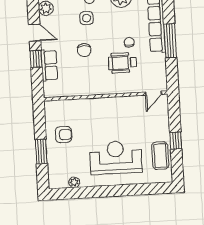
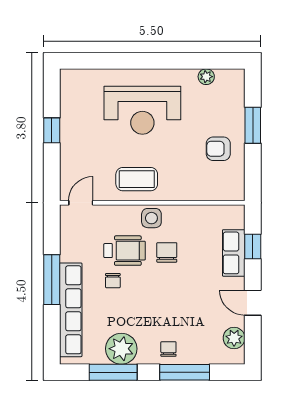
side table: (87, 18) -> (151, 218), moved
chair: (84, 50) -> (167, 252), moved
window: (36, 59) -> (253, 247), moved
coffee table: (160, 156) -> (137, 179), moved, turned 90

